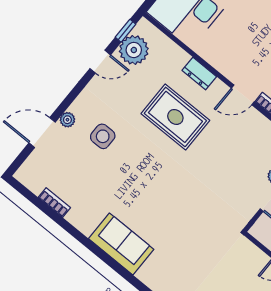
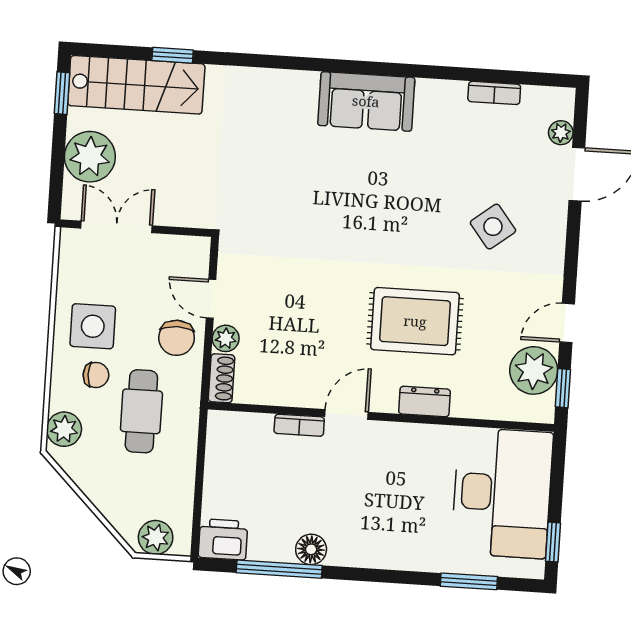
plant: (67, 120) -> (561, 133), moved
side table: (103, 136) -> (493, 227), turned -38

